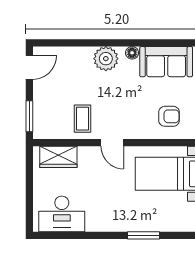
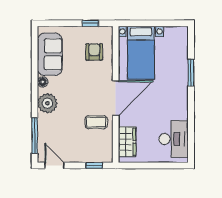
window: (66, 43) -> (35, 136), added
window: (29, 116) -> (94, 165), width x0.67
door: (112, 143) -> (116, 98), width x1.88

